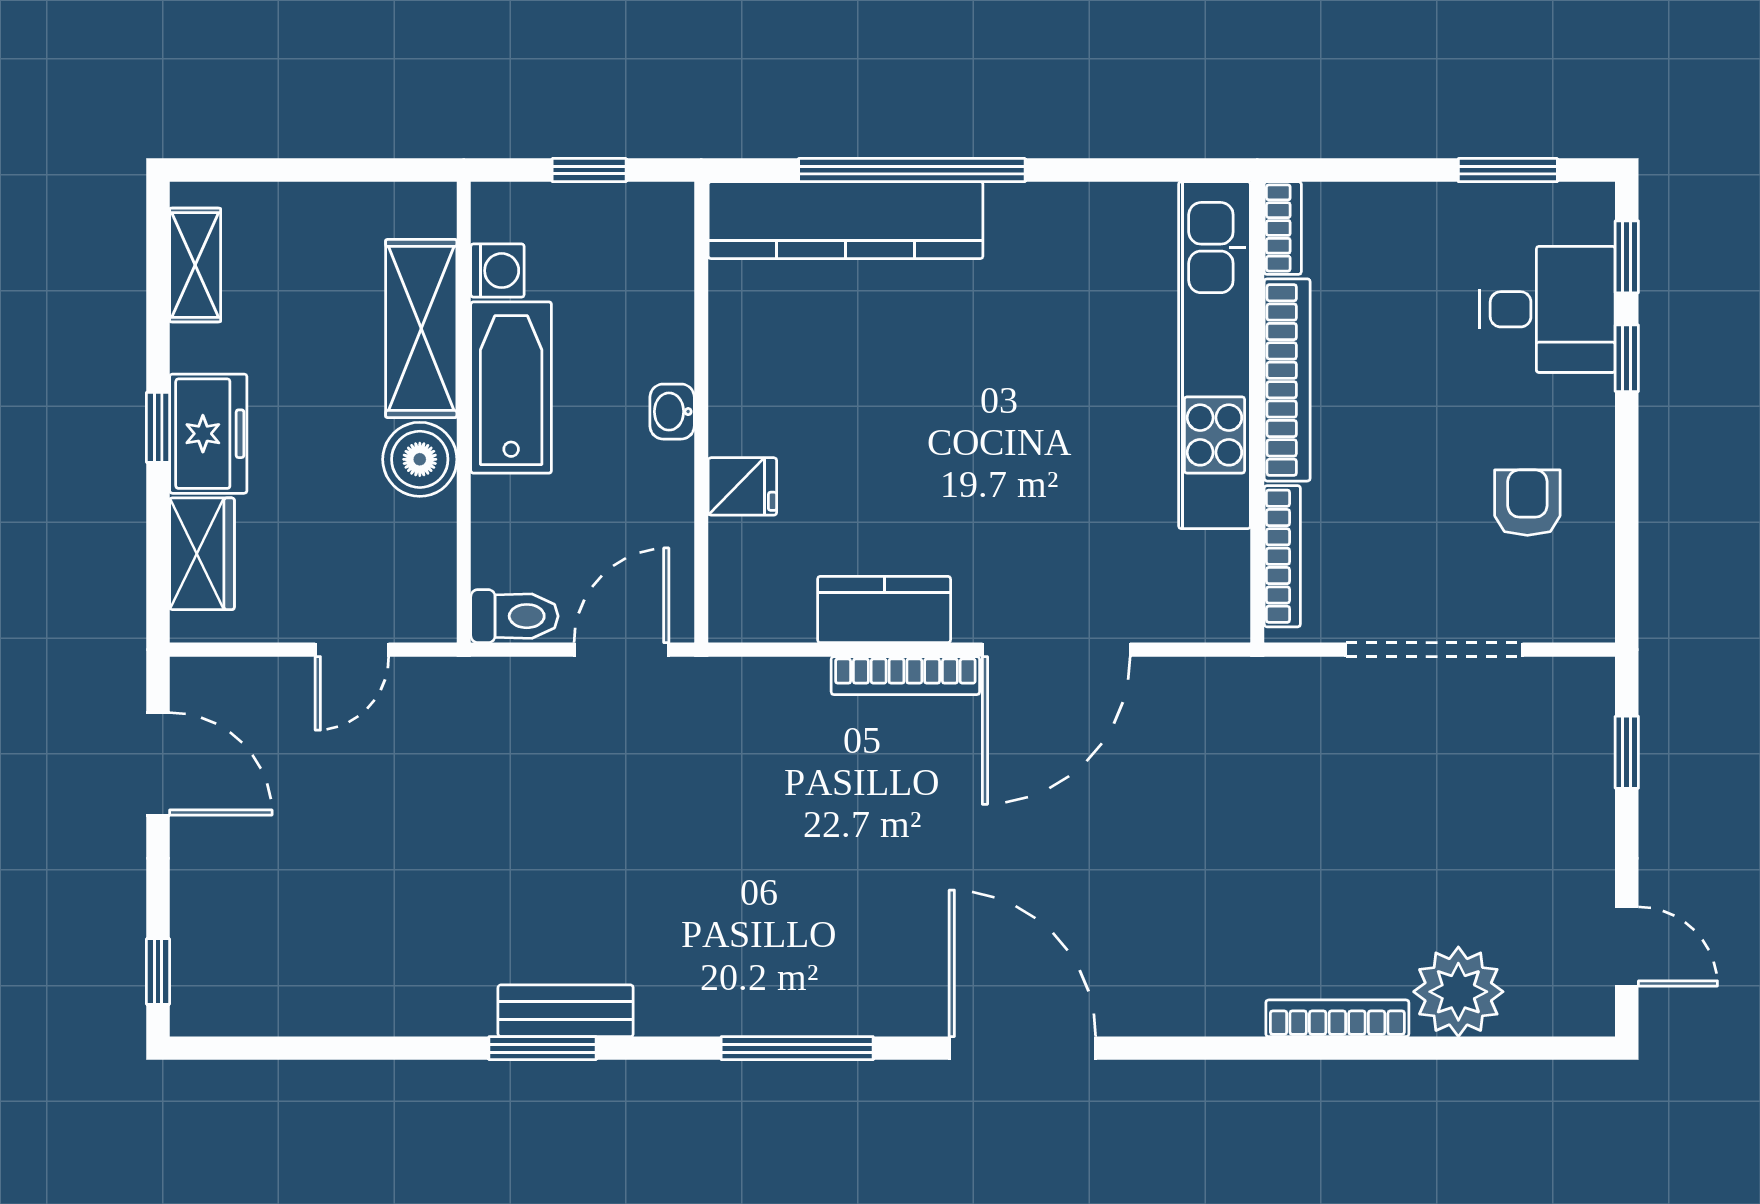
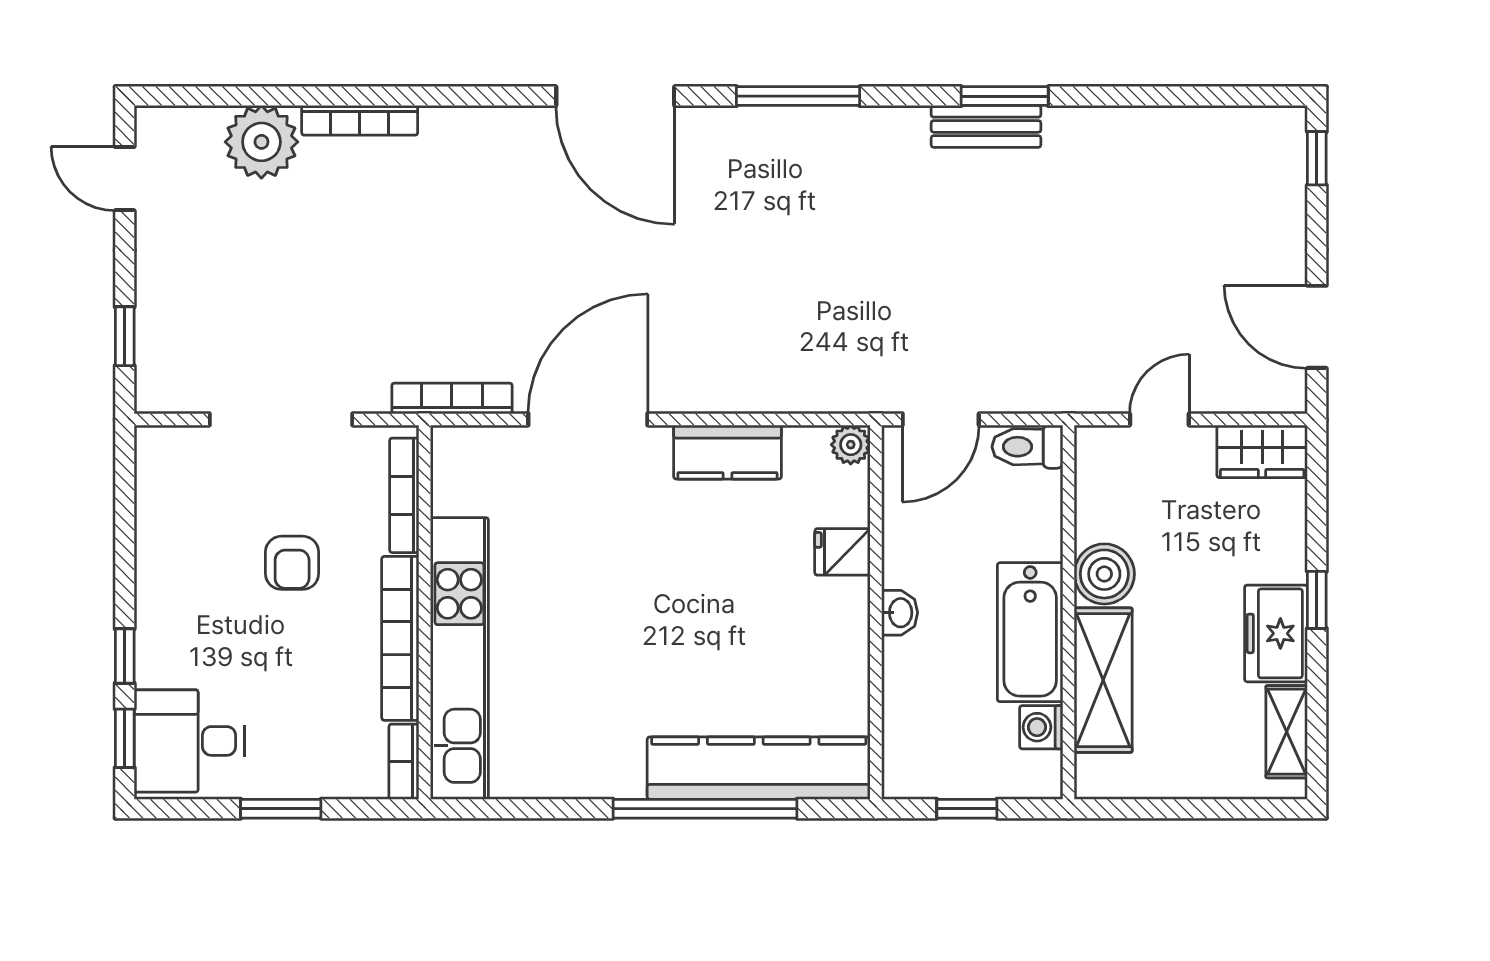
window: (1508, 170) -> (281, 809), moved
desk: (1547, 309) -> (189, 741), moved
freezer: (208, 434) -> (1276, 633), moved
armchair: (1527, 503) -> (292, 563), moved
wardrobe: (202, 554) -> (1262, 451), moved, turned -90
plant: (732, 619) -> (851, 445), added
bookcase: (905, 676) -> (452, 398), moved

